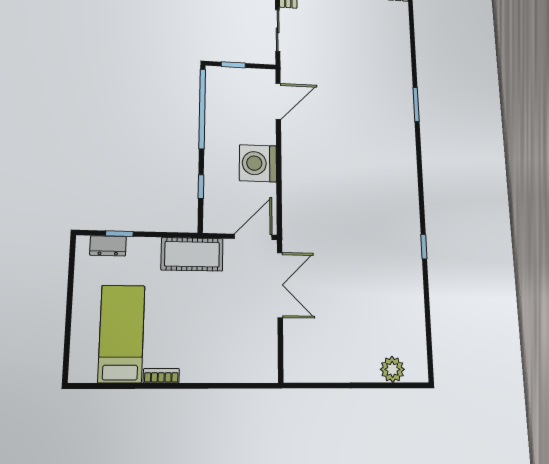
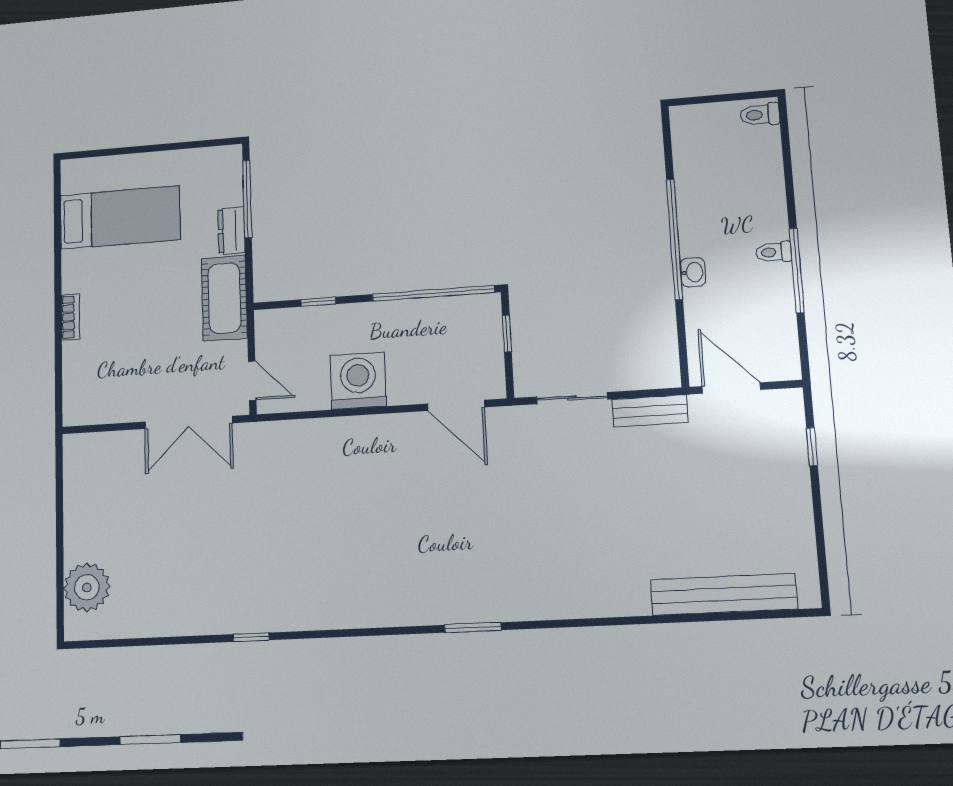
window: (119, 234) -> (247, 199), width x2.17
door: (253, 237) -> (252, 381), width x0.73
dresser: (108, 246) -> (231, 231), moved
plant: (392, 369) -> (87, 587), width x1.36, depth x1.36
bookcase: (161, 376) -> (70, 317), moved

